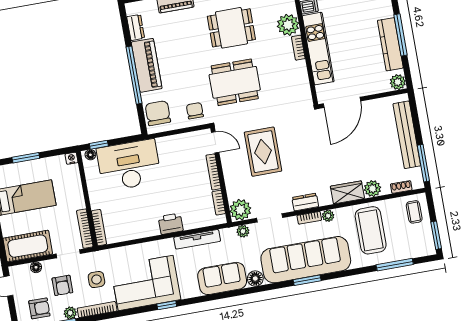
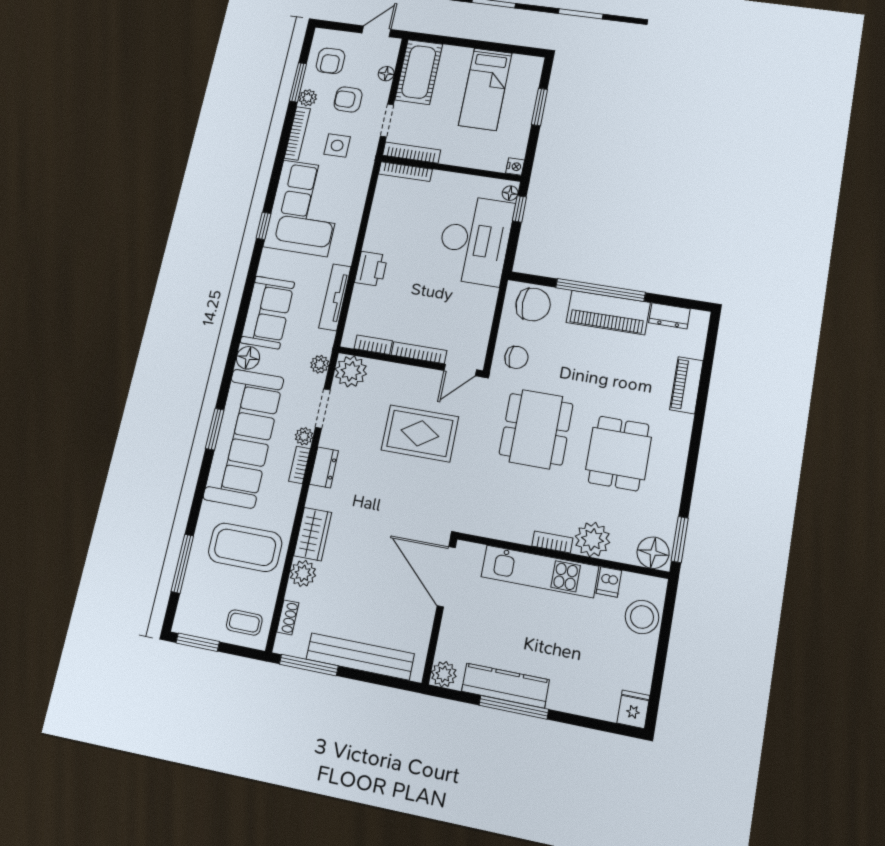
plant: (328, 216) -> (304, 436), moved

